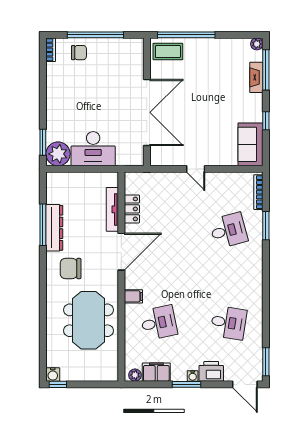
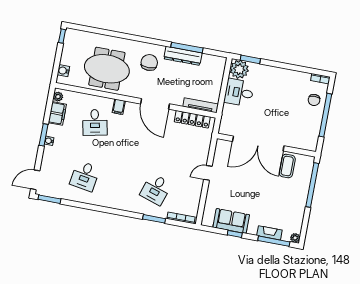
coffee table: (168, 52) -> (287, 166), moved
sofa: (250, 144) -> (231, 221), moved
desk: (93, 149) -> (239, 92), width x0.73
tv unit: (112, 209) -> (201, 105), moved
locker: (132, 209) -> (192, 119), width x1.53
desk: (228, 230) -> (156, 189), turned 33
printer: (211, 371) -> (50, 156), removed
water cooler: (53, 374) -> (63, 71), moved

